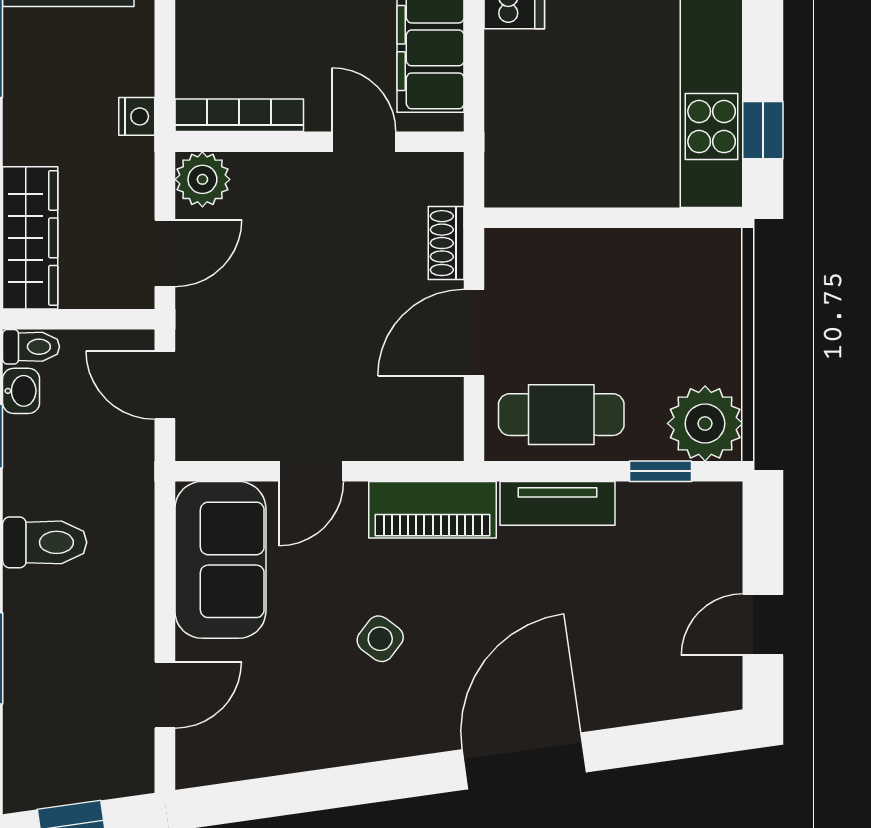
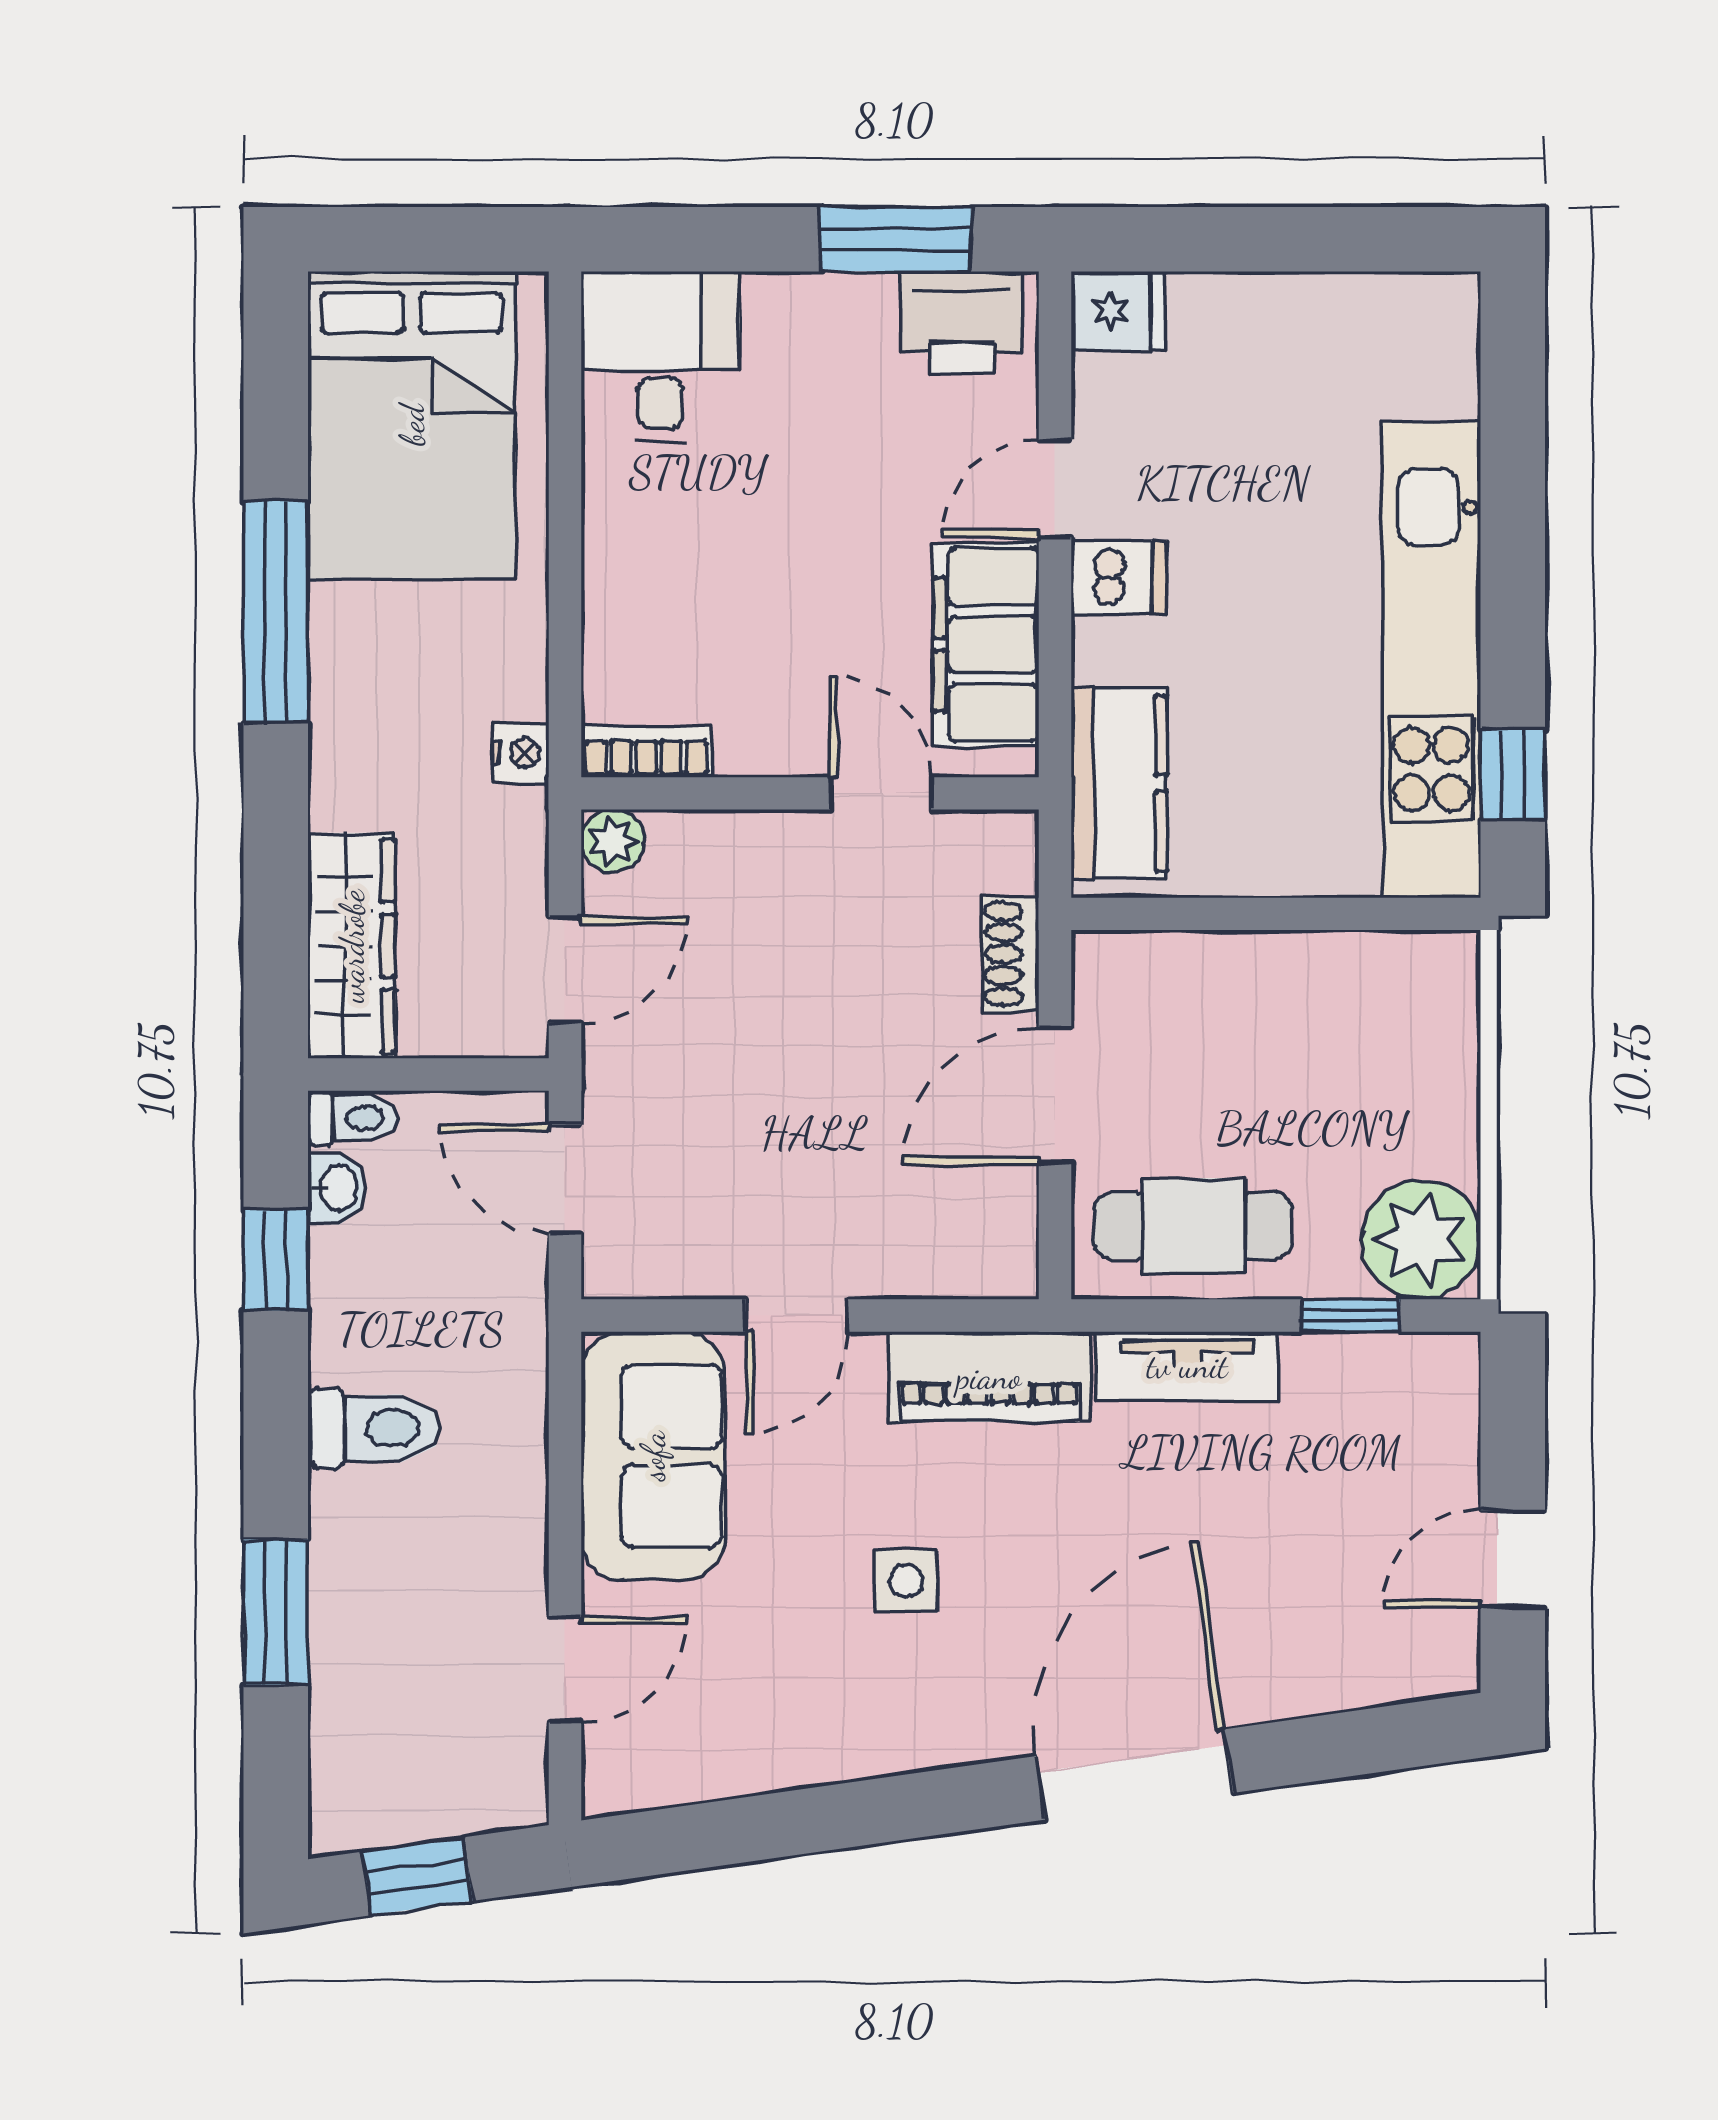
bookcase: (239, 115) -> (646, 751), width x0.64
kitchen counter: (514, 135) -> (1119, 783), added
plant: (202, 179) -> (613, 841), width x0.73, depth x0.73
side table: (380, 639) -> (906, 1581), turned -37

